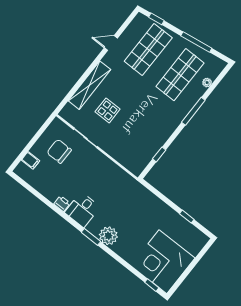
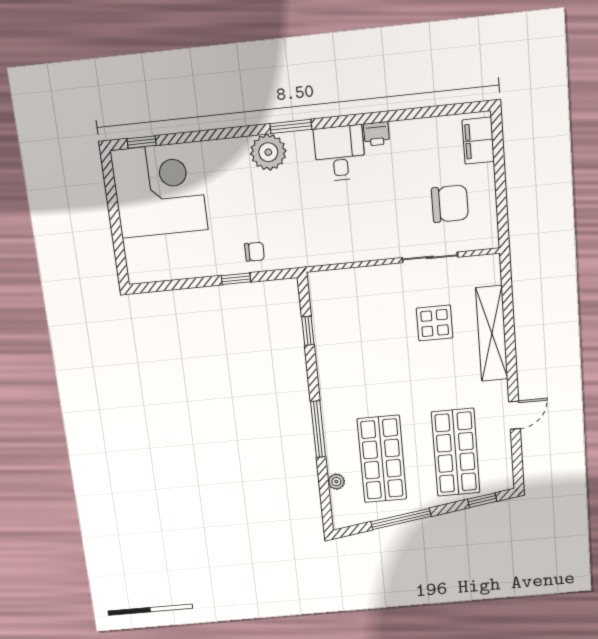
filing cabinet: (31, 160) -> (478, 141), width x2.00
chair: (150, 204) -> (255, 252), added
window: (187, 217) -> (236, 279), moved

